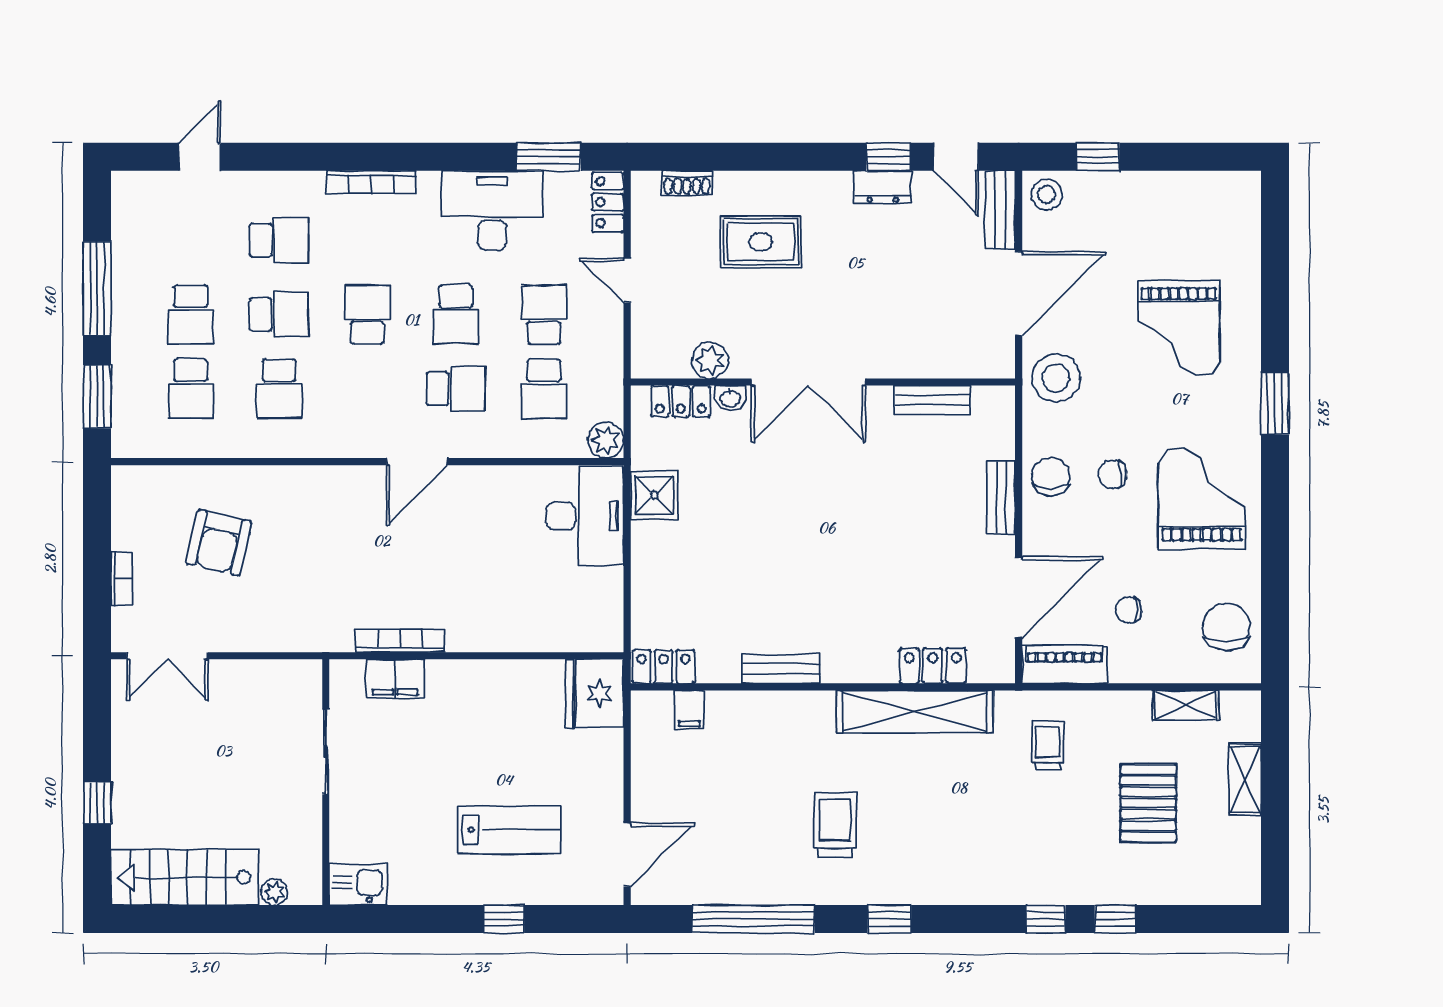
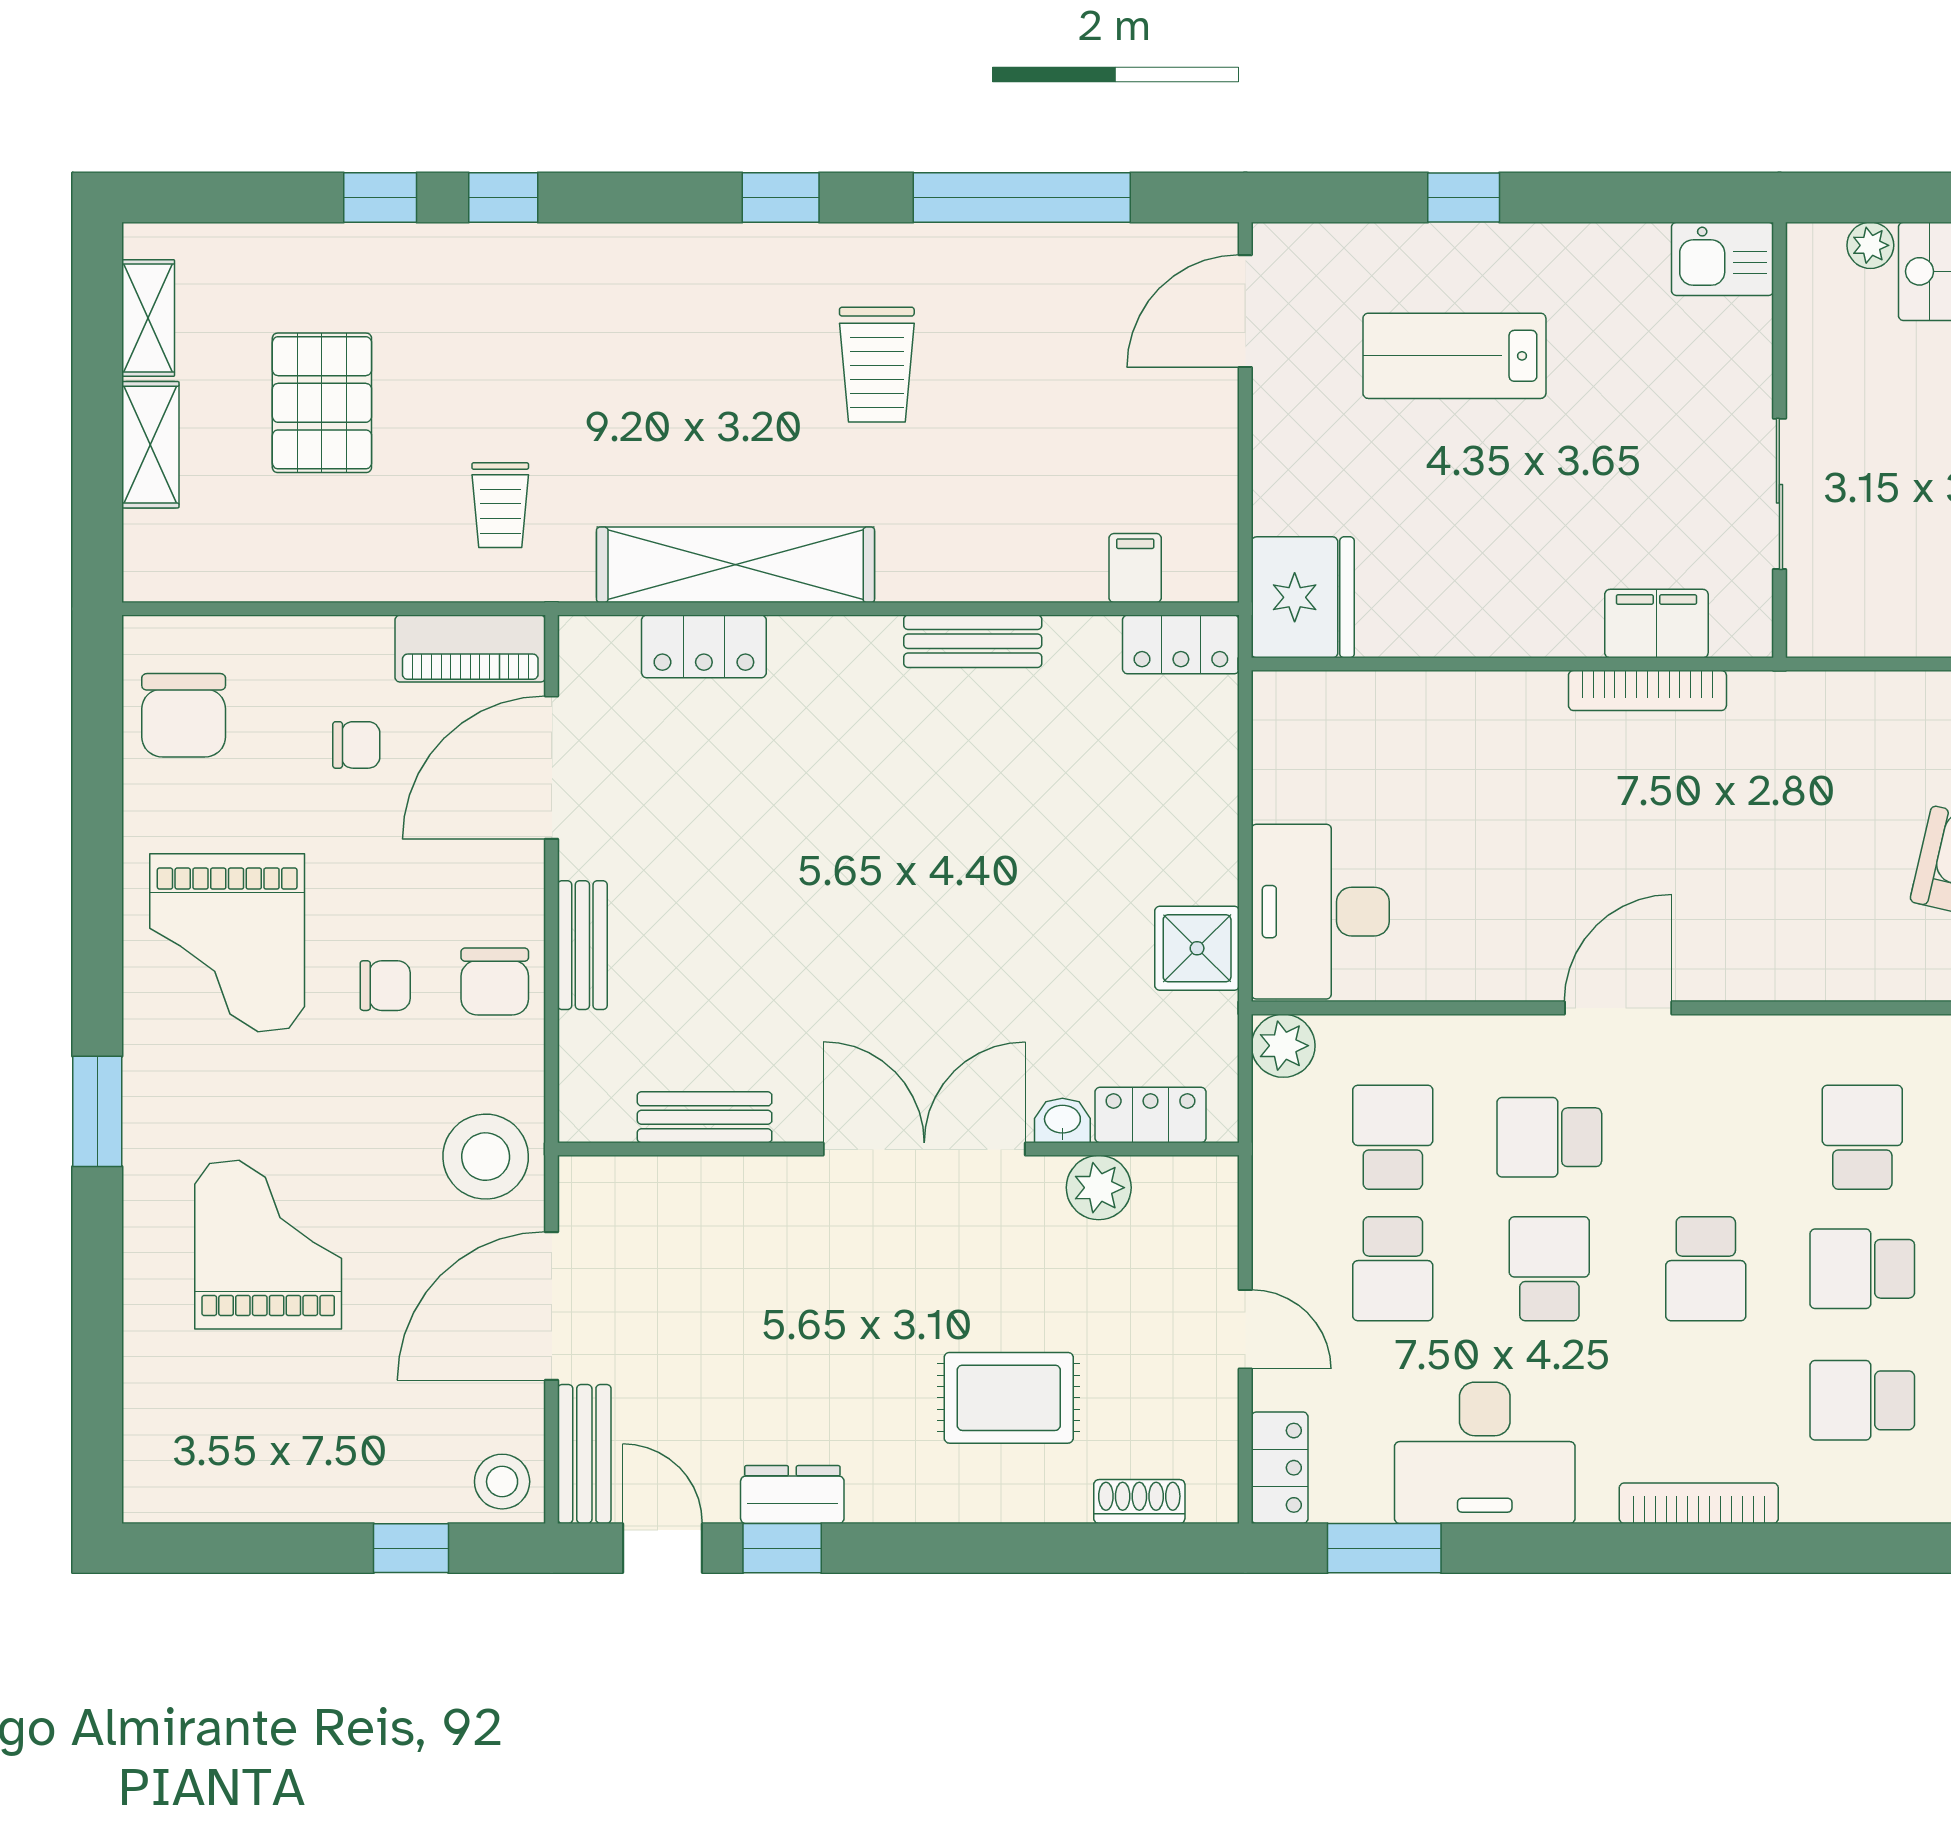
shelving: (1186, 705) -> (148, 318), moved, turned 90

